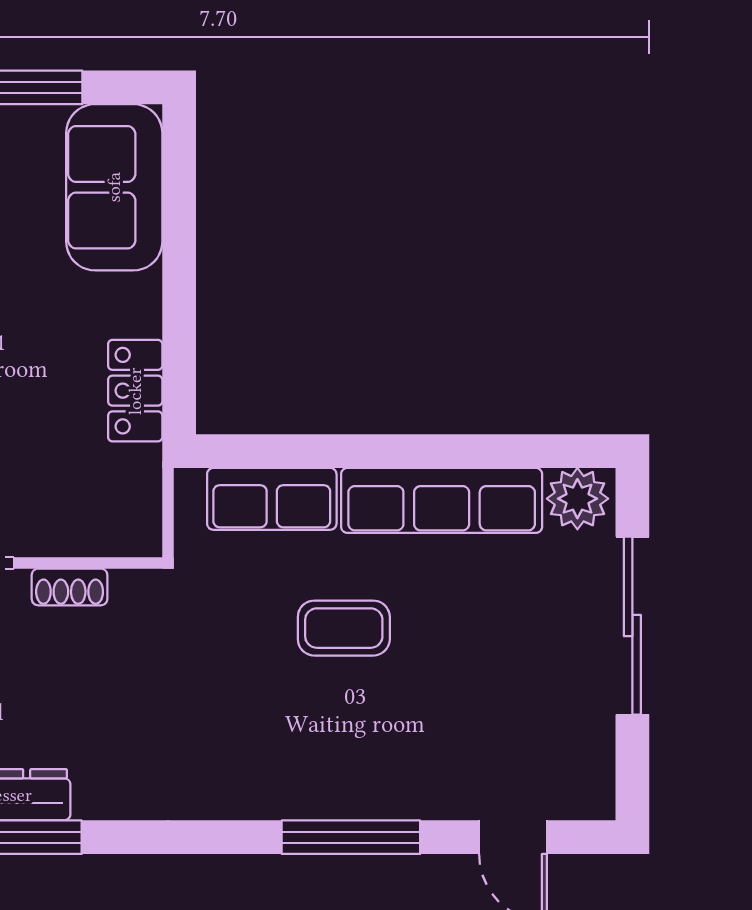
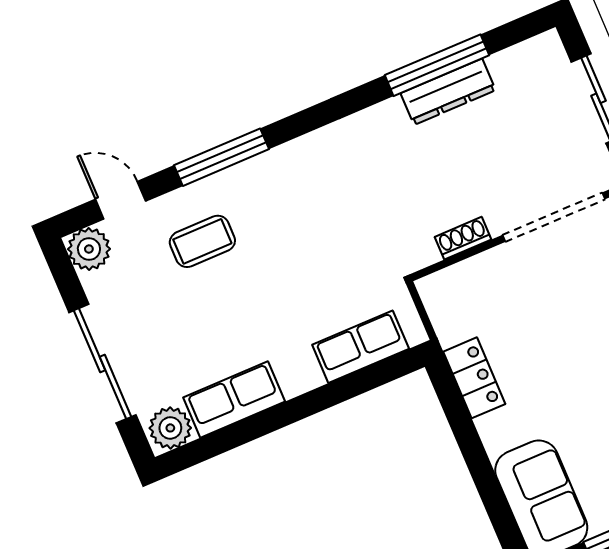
row of seats: (442, 500) -> (234, 399), width x0.68
coffee table: (344, 628) -> (202, 241), moved
plant: (584, 789) -> (89, 249), added

